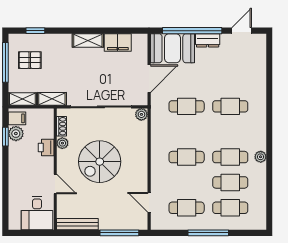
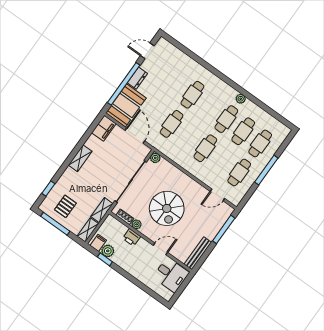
door: (242, 31) -> (147, 51), hinge flipped
filing cabinet: (118, 42) -> (104, 128), moved

